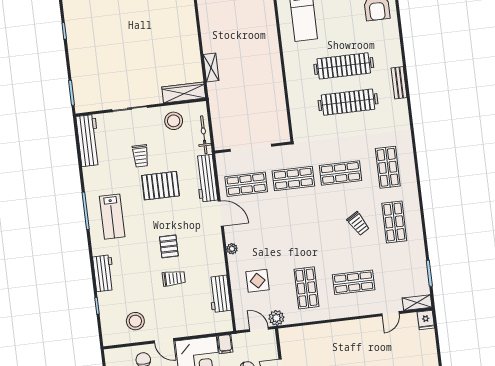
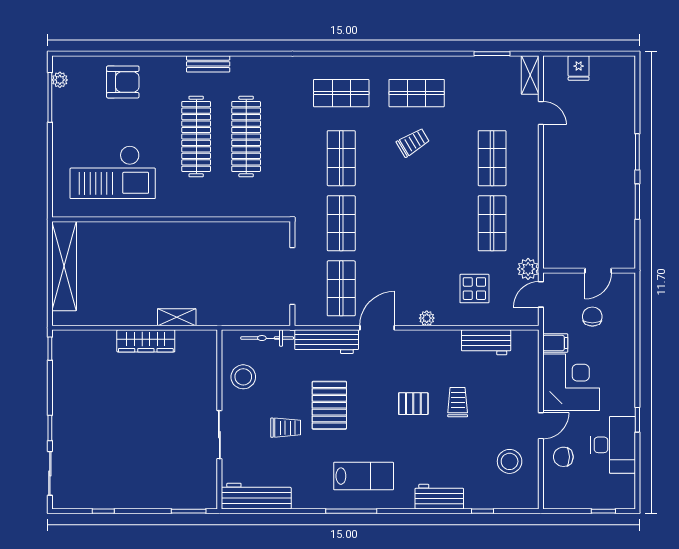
bench: (399, 83) -> (208, 64), moved
wardrobe: (184, 92) -> (146, 341), moved, turned -90
shop shelf: (306, 288) -> (492, 223), turned 90
fridge: (426, 320) -> (579, 68), moved, turned 90

